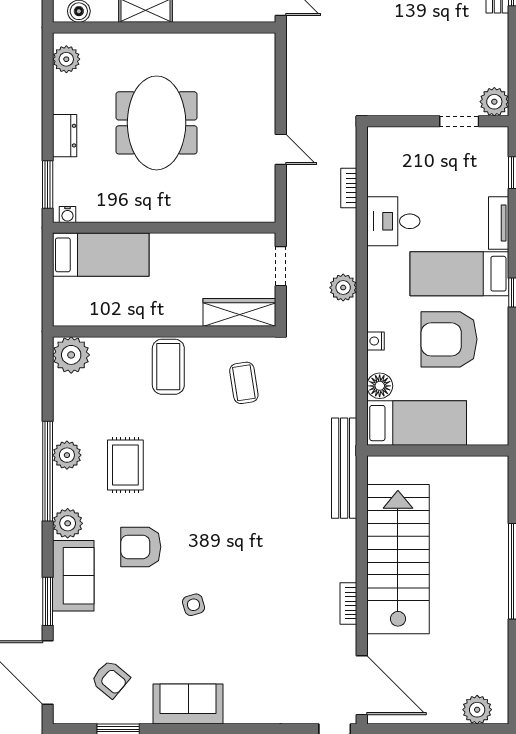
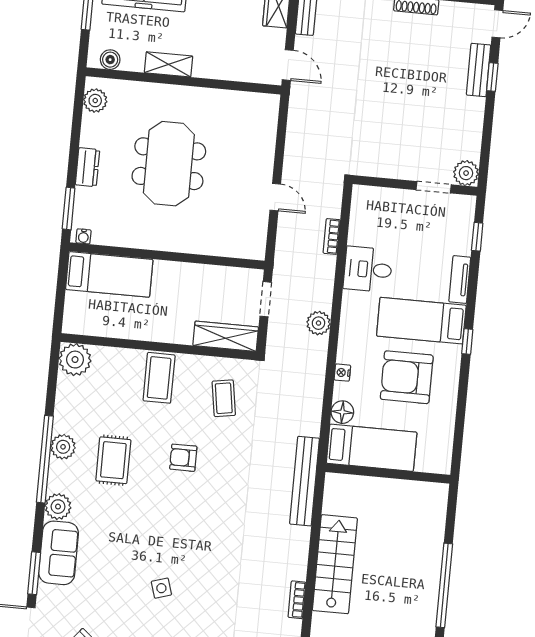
armchair: (141, 547) -> (183, 458), moved, width x0.72, depth x0.72
stairs: (398, 559) -> (335, 564), width x0.73, depth x0.66

